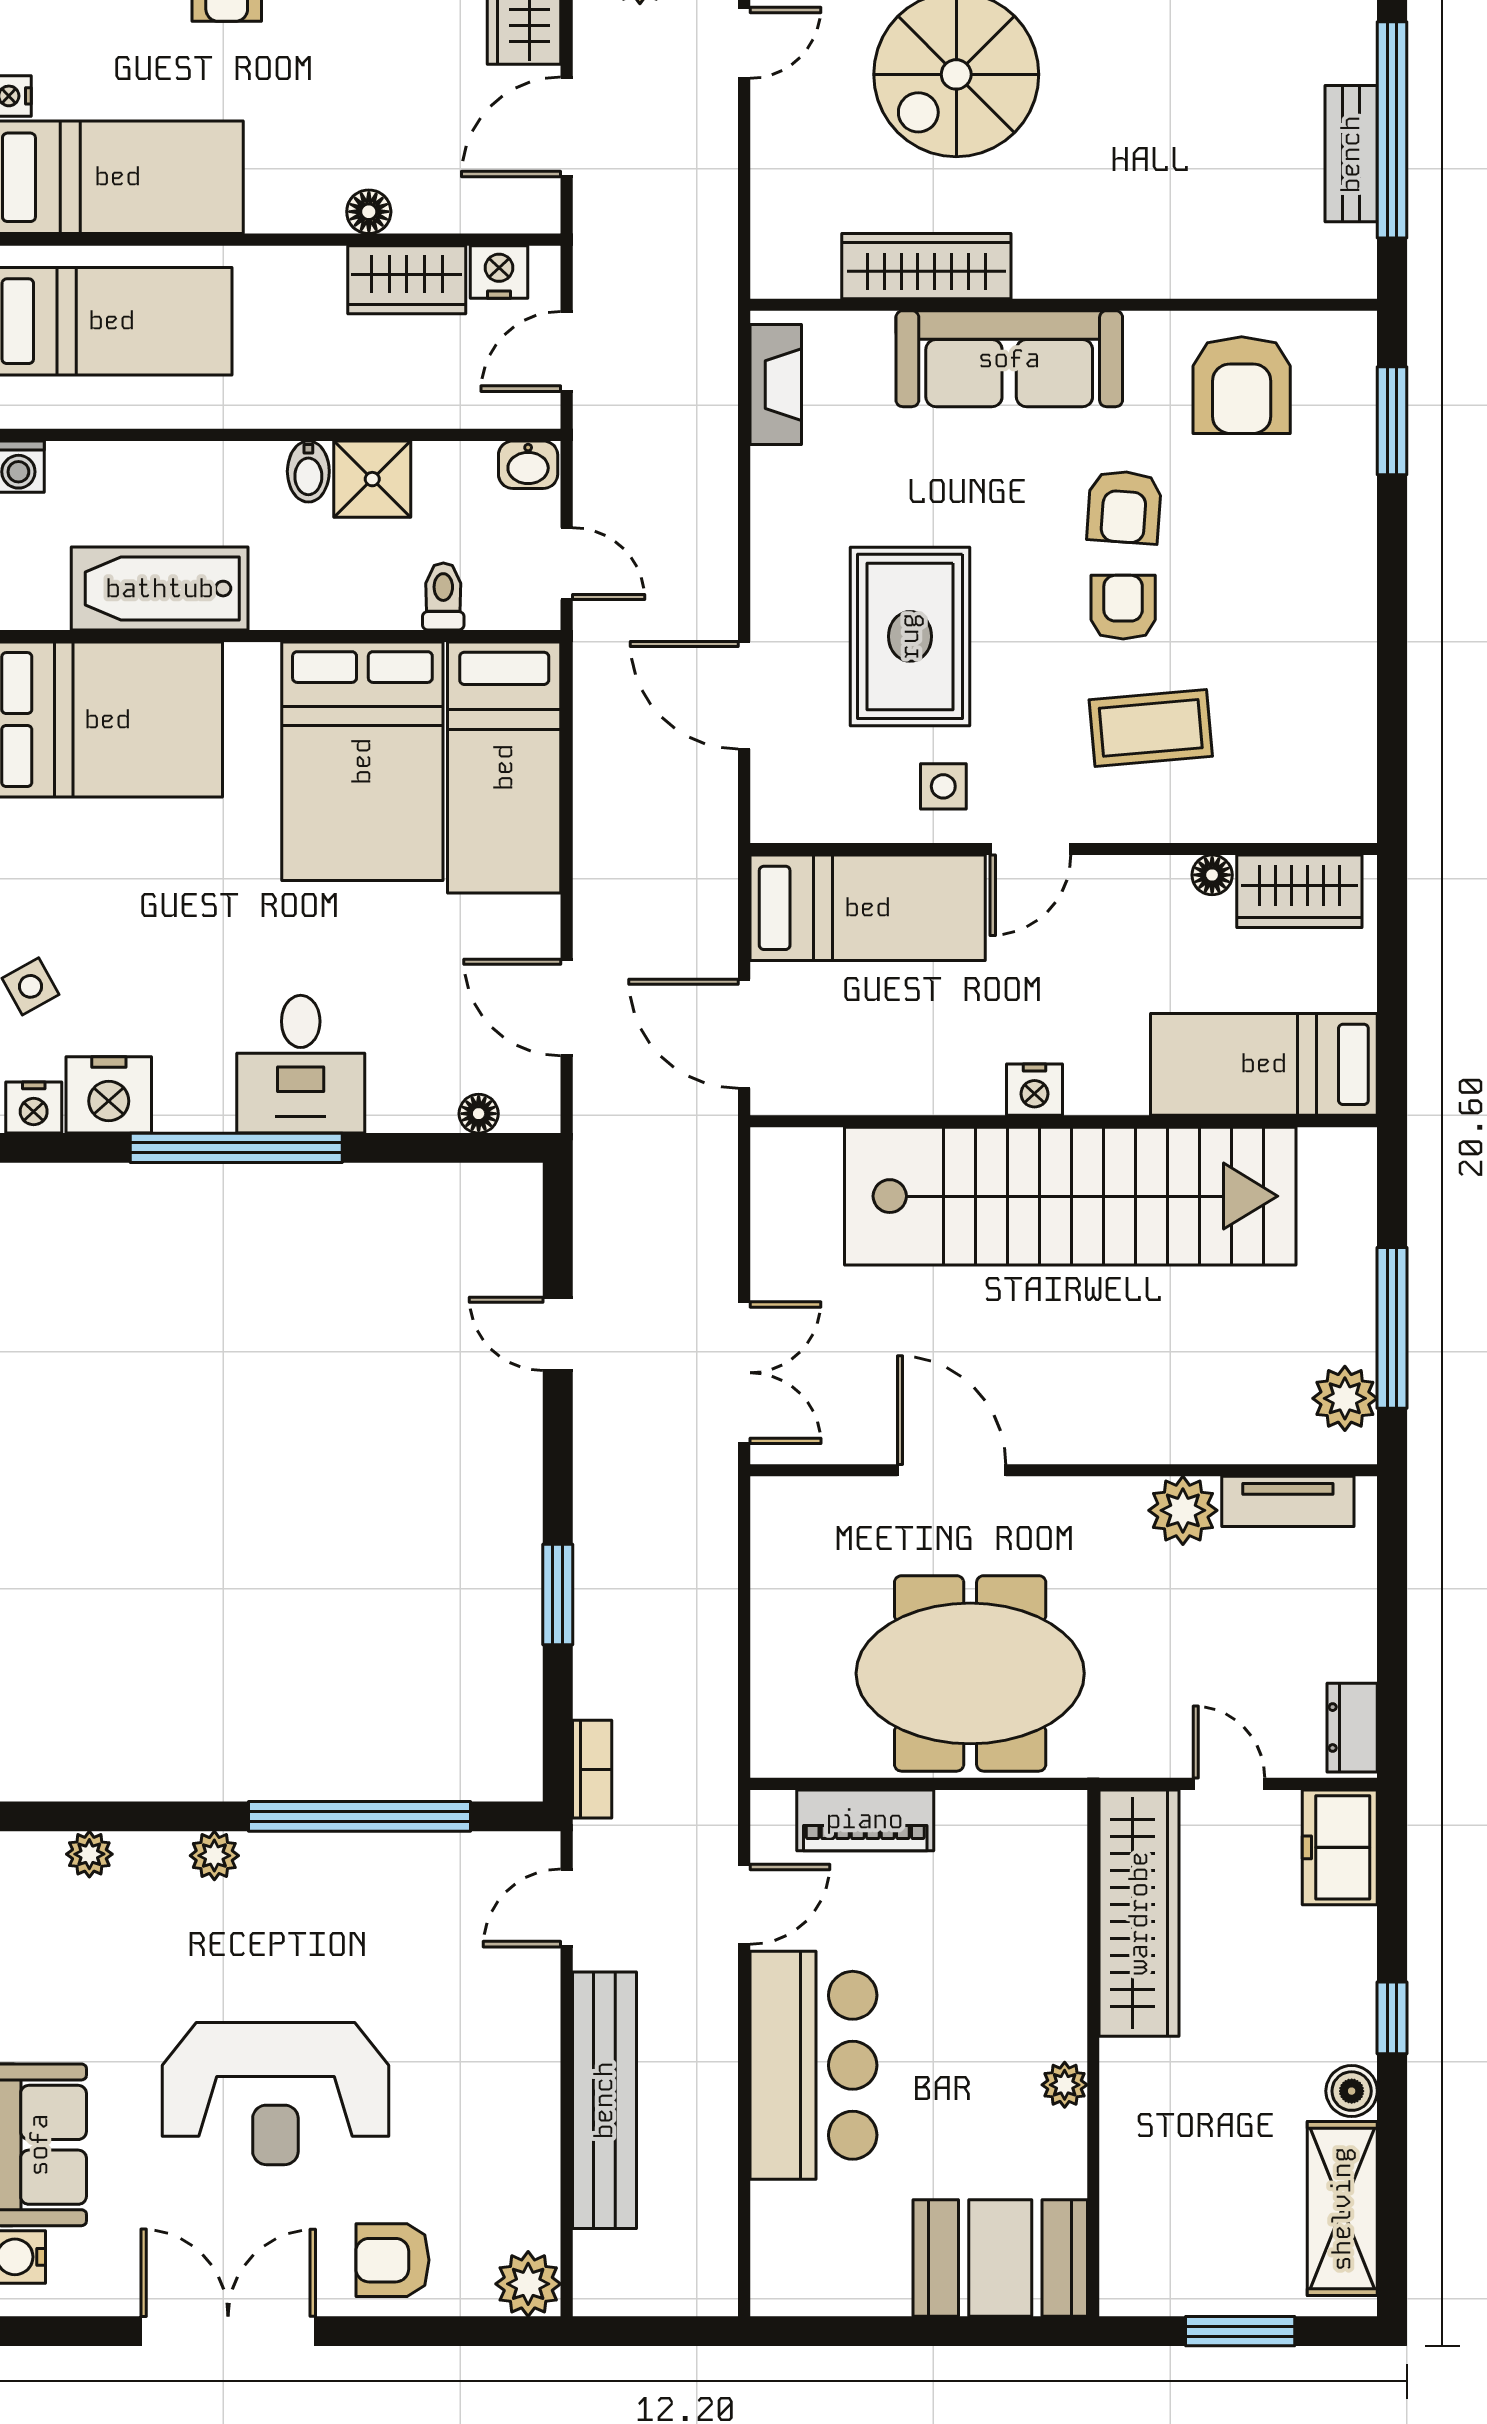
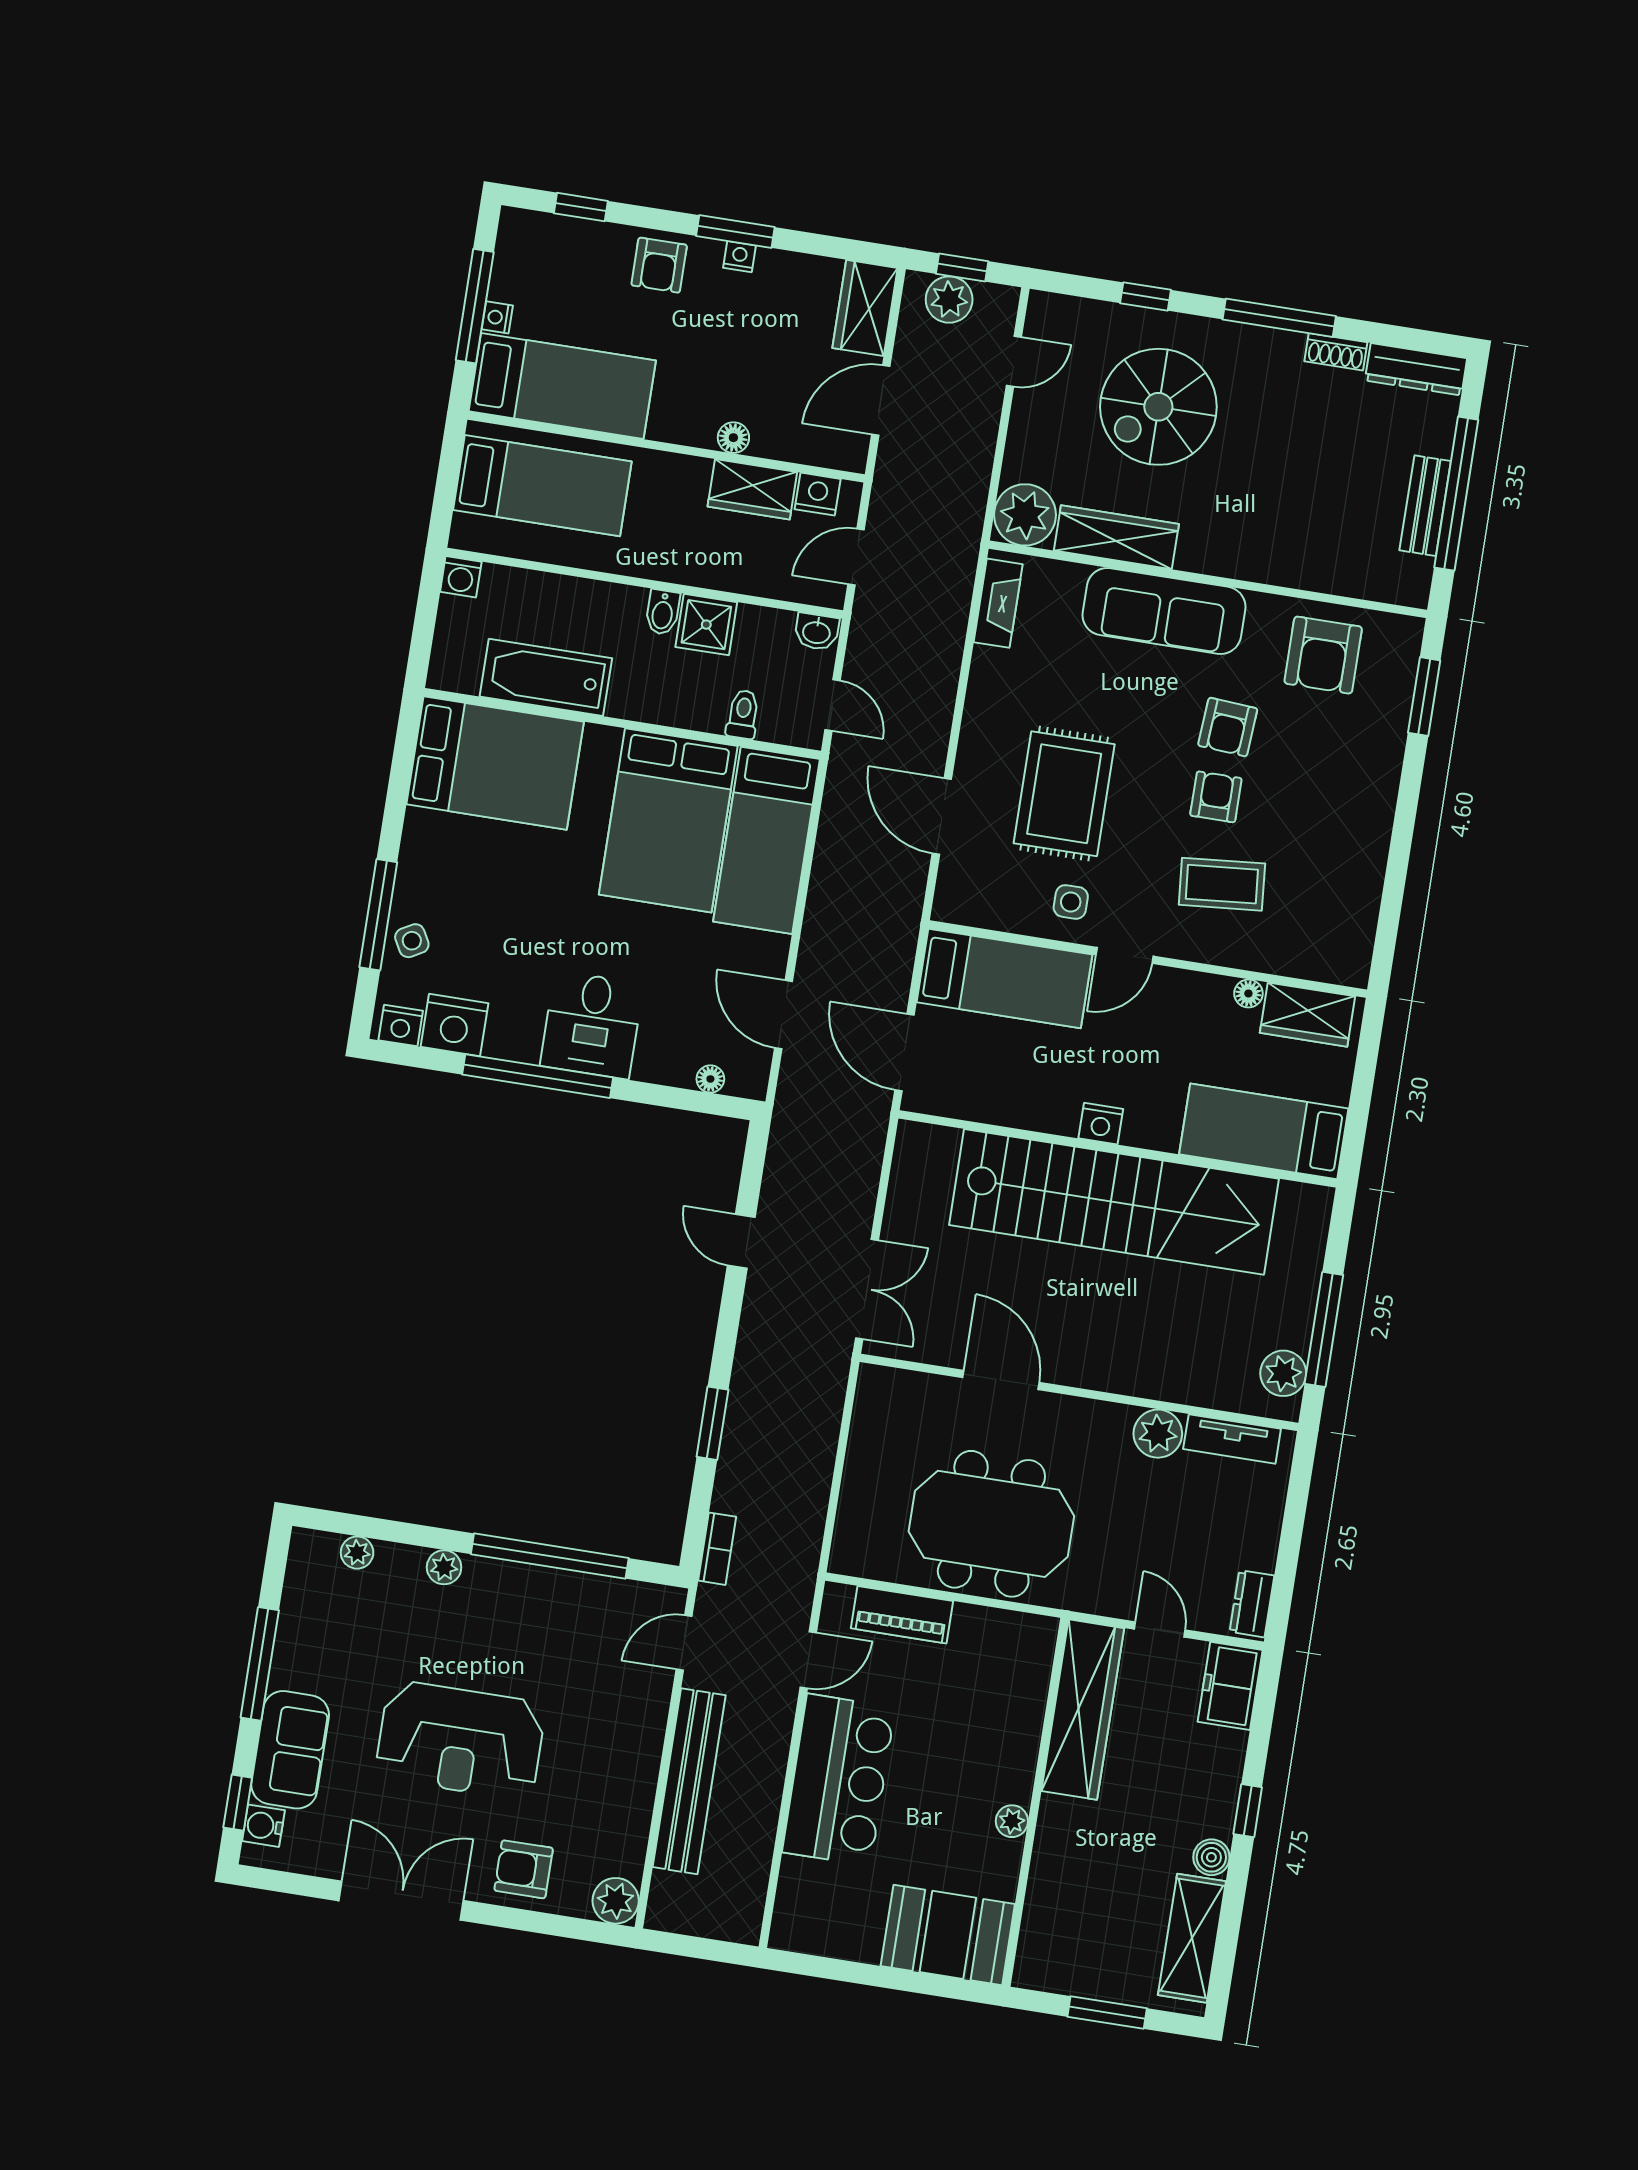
plant: (794, 255) -> (1025, 515), added

